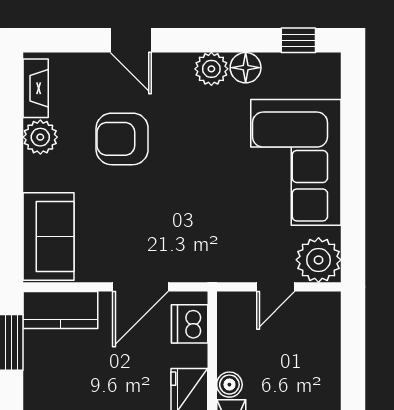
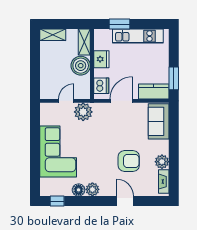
plant: (319, 260) -> (83, 112), moved
boiler: (229, 385) -> (81, 66), width x1.86, depth x1.86

